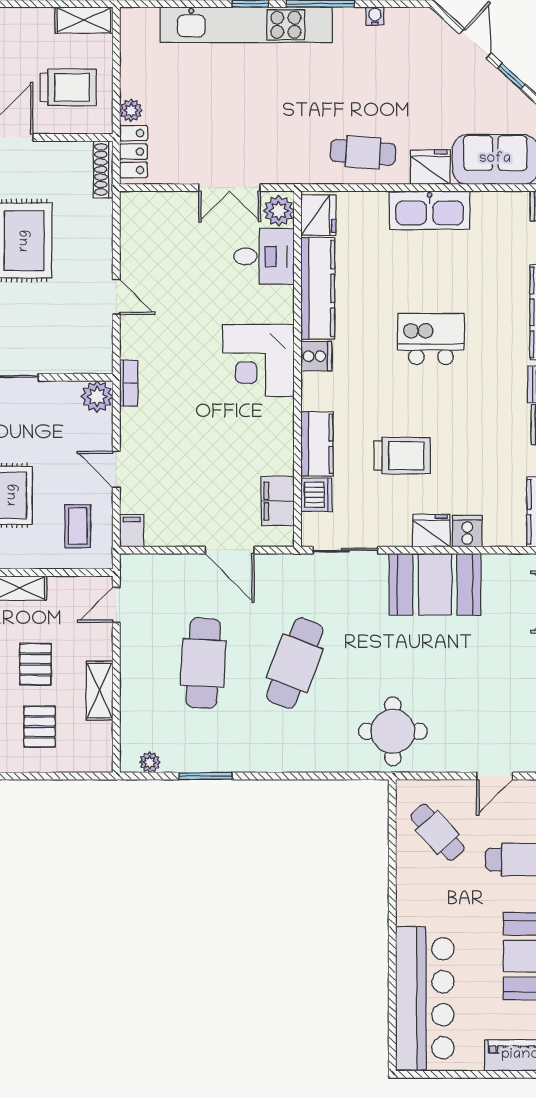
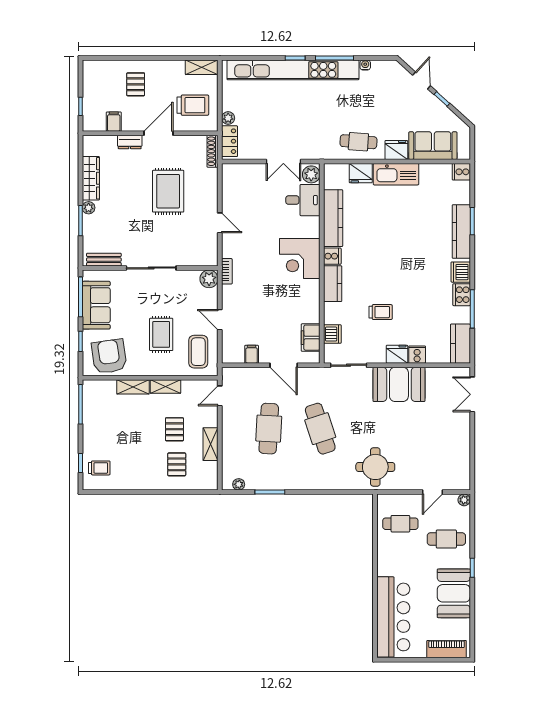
kitchen unit: (246, 25) -> (293, 70), width x1.36
fridge: (318, 215) -> (361, 173), moved, turned 90
kitchen island: (431, 339) -> (397, 247), removed
kitchen counter: (317, 444) -> (333, 284), moved
trolley: (402, 456) -> (381, 312), width x0.73, depth x0.72
coffee table: (78, 526) -> (198, 352), width x1.36, depth x1.30
filing cabinet: (132, 531) -> (252, 354), moved
cafe table: (295, 663) -> (320, 429), turned -39
cafe table: (438, 832) -> (400, 524), turned -48

